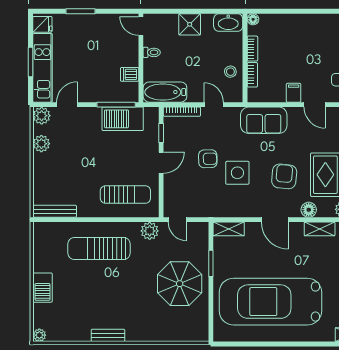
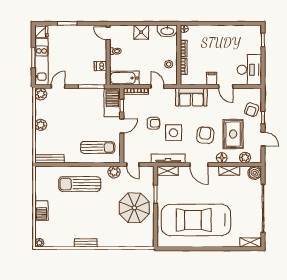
barbecue: (123, 119) -> (112, 103), moved, turned 90
plant: (41, 144) -> (41, 125), moved
tv unit: (229, 211) -> (168, 158), added

